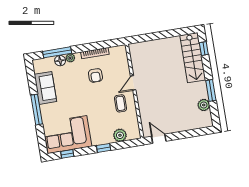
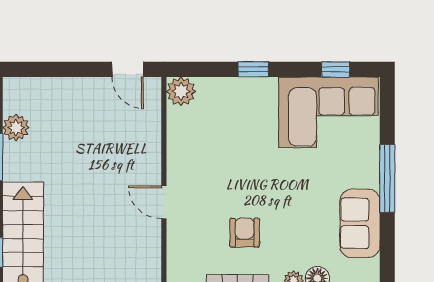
door: (133, 83) -> (164, 202), swing flipped
coffee table: (120, 103) -> (199, 162), removed
plant: (120, 135) -> (181, 91), moved

